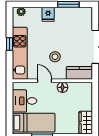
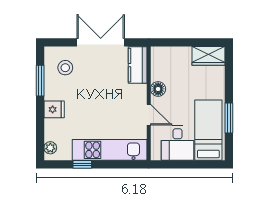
window: (10, 44) -> (82, 164), moved
stool: (55, 57) -> (65, 68), moved
door: (44, 81) -> (149, 115), swing flipped

